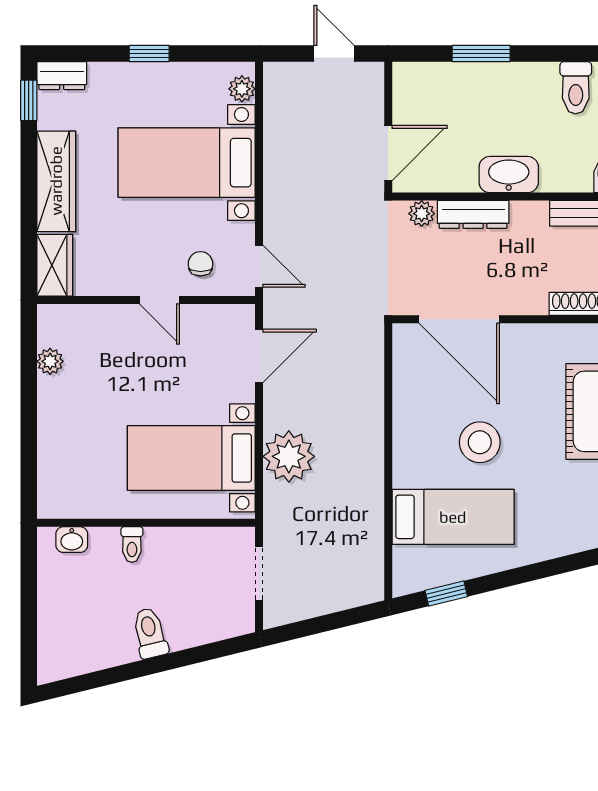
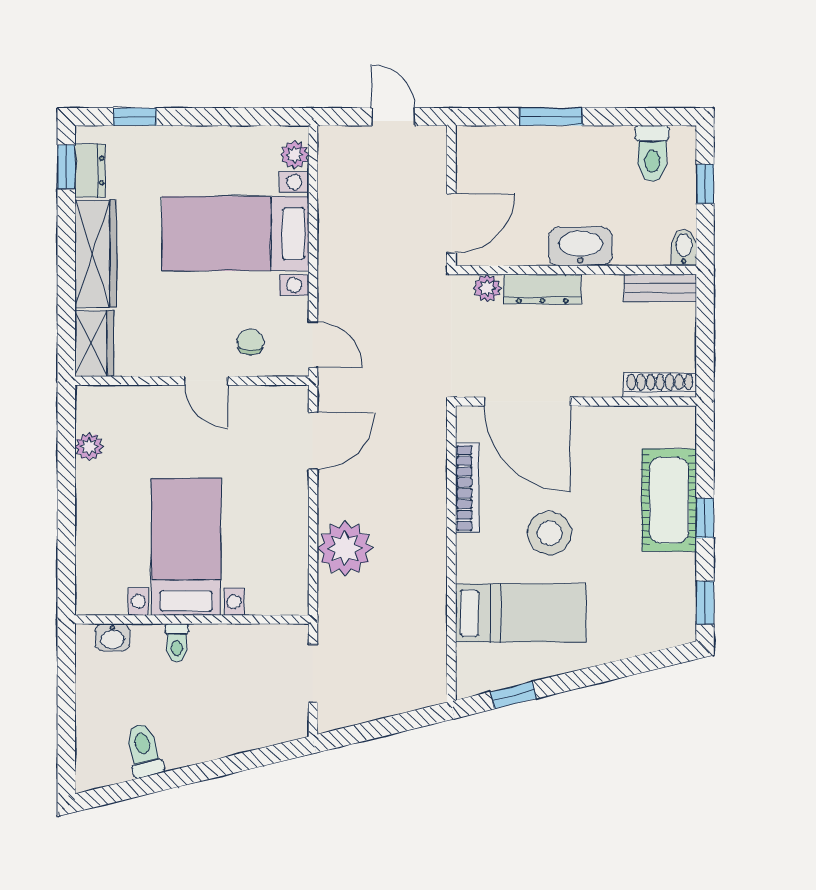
window: (149, 53) -> (135, 117), moved
dresser: (62, 76) -> (90, 171), moved, turned -90
bookcase: (403, 400) -> (467, 488), added
bed with nightstands: (191, 458) -> (186, 547), moved, turned 90
toilet: (150, 633) -> (144, 750), moved

